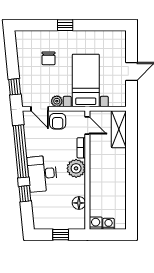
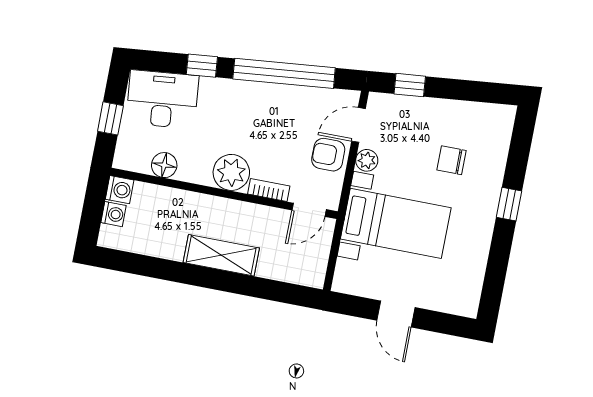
shelving: (119, 129) -> (221, 255), moved
desk: (42, 174) -> (162, 99), moved

